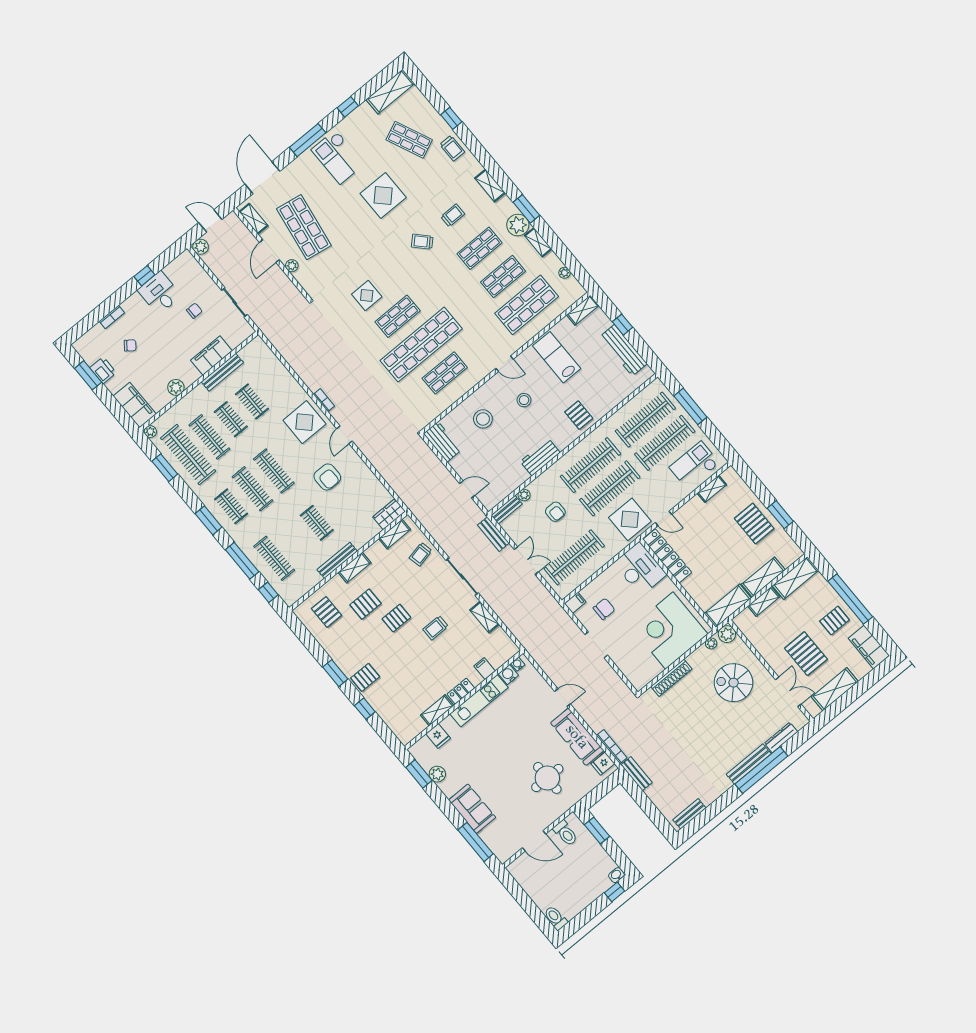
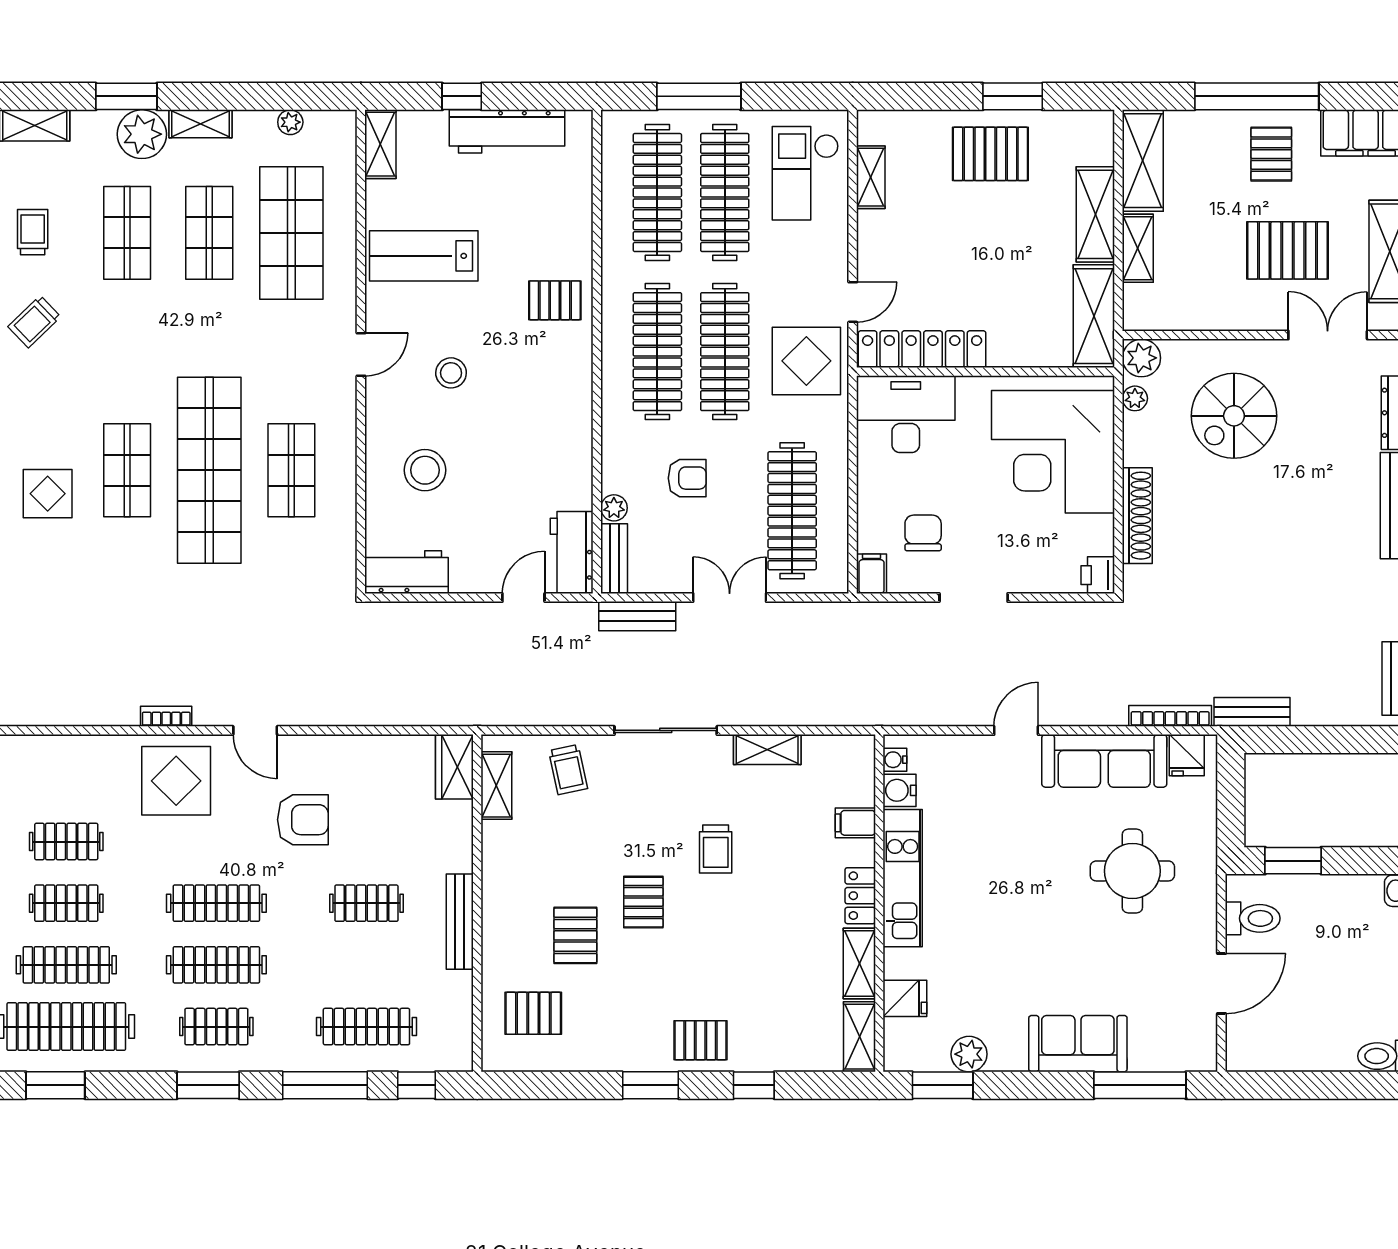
workbench: (540, 457) -> (572, 552), moved
shelving: (355, 568) -> (859, 1037), moved
pallet: (365, 677) -> (700, 1040), turned 90
printer: (640, 681) -> (1098, 575), added

